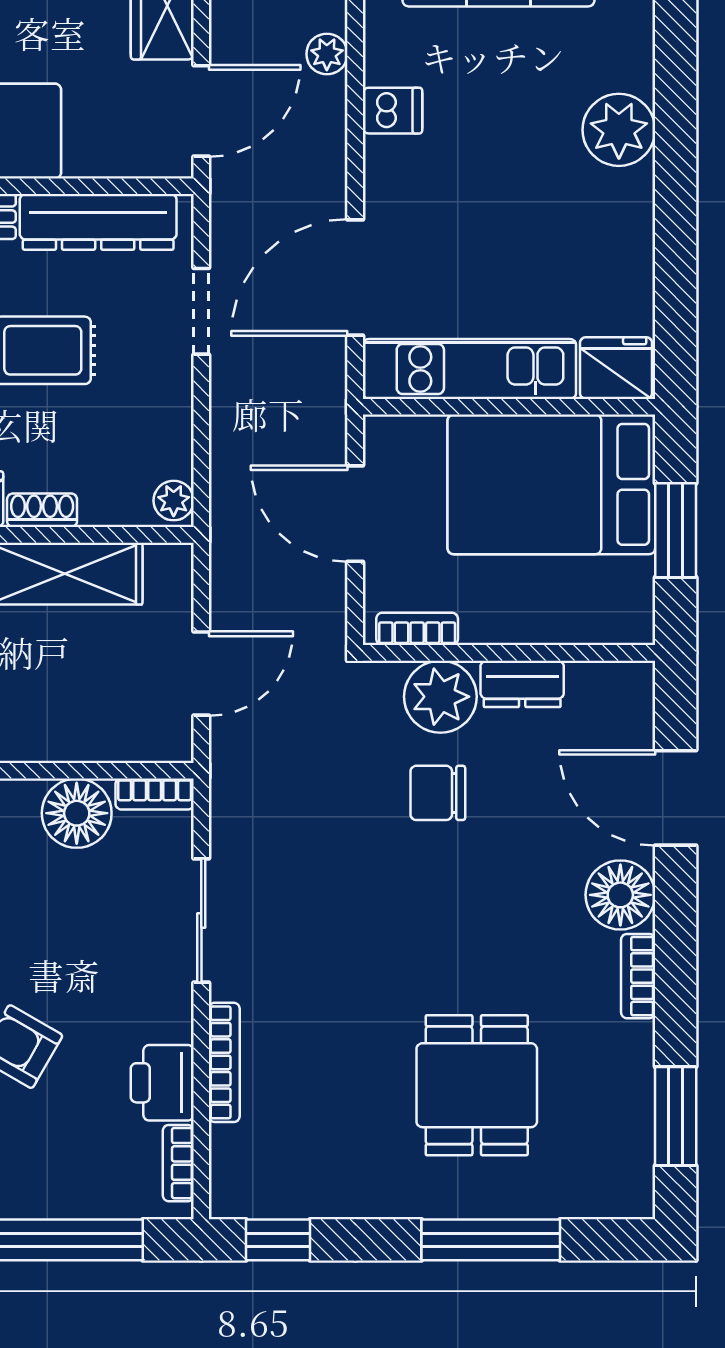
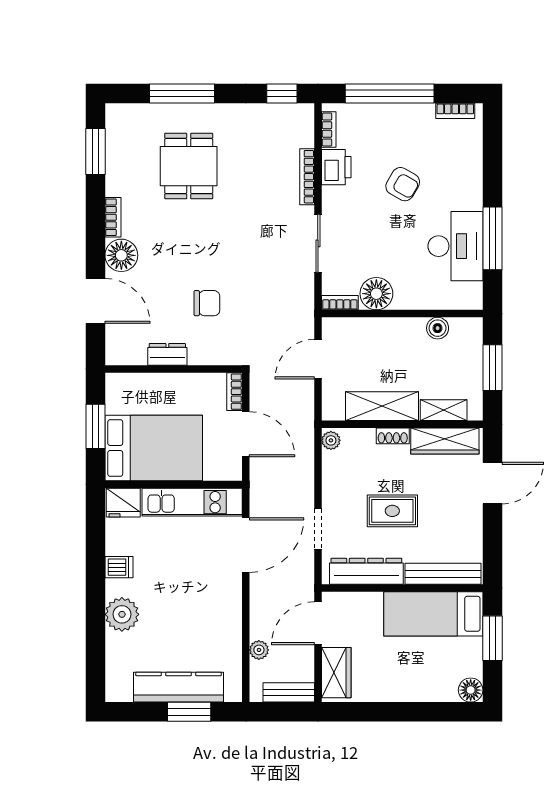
dishwasher: (392, 111) -> (119, 567), moved, turned 180
bookcase: (417, 629) -> (235, 392), moved, turned 90
plant: (440, 697) -> (206, 348), removed

